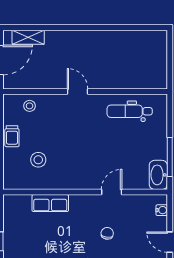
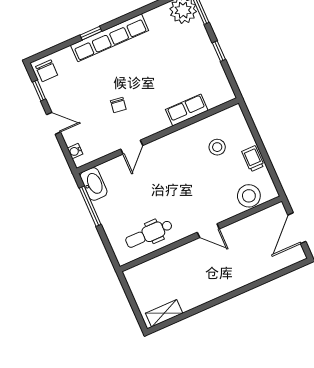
shelving: (28, 37) -> (164, 313), moved
stool: (30, 106) -> (249, 196), width x1.89, depth x1.89
dental chair: (130, 111) -> (149, 234), turned 180

